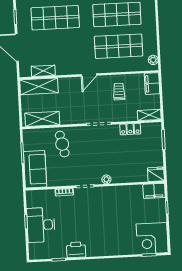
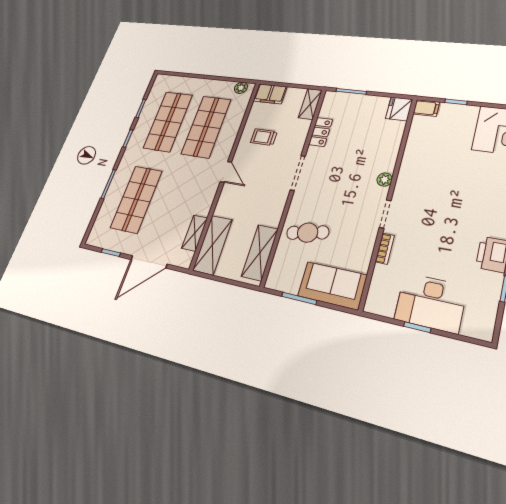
filing cabinet: (154, 191) -> (426, 108), width x0.50

